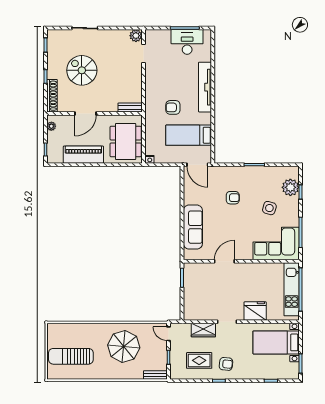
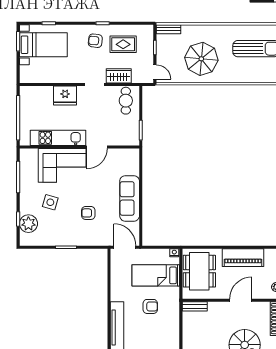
bed: (189, 135) -> (156, 275), moved, turned 180
sofa: (193, 227) -> (130, 198), moved
corner sofa: (276, 244) -> (62, 165), moved
kitchen unit: (292, 289) -> (58, 138), moved, turned -90
cafe table: (197, 306) -> (126, 101), added
bed with nightstands: (276, 342) -> (43, 45), moved

